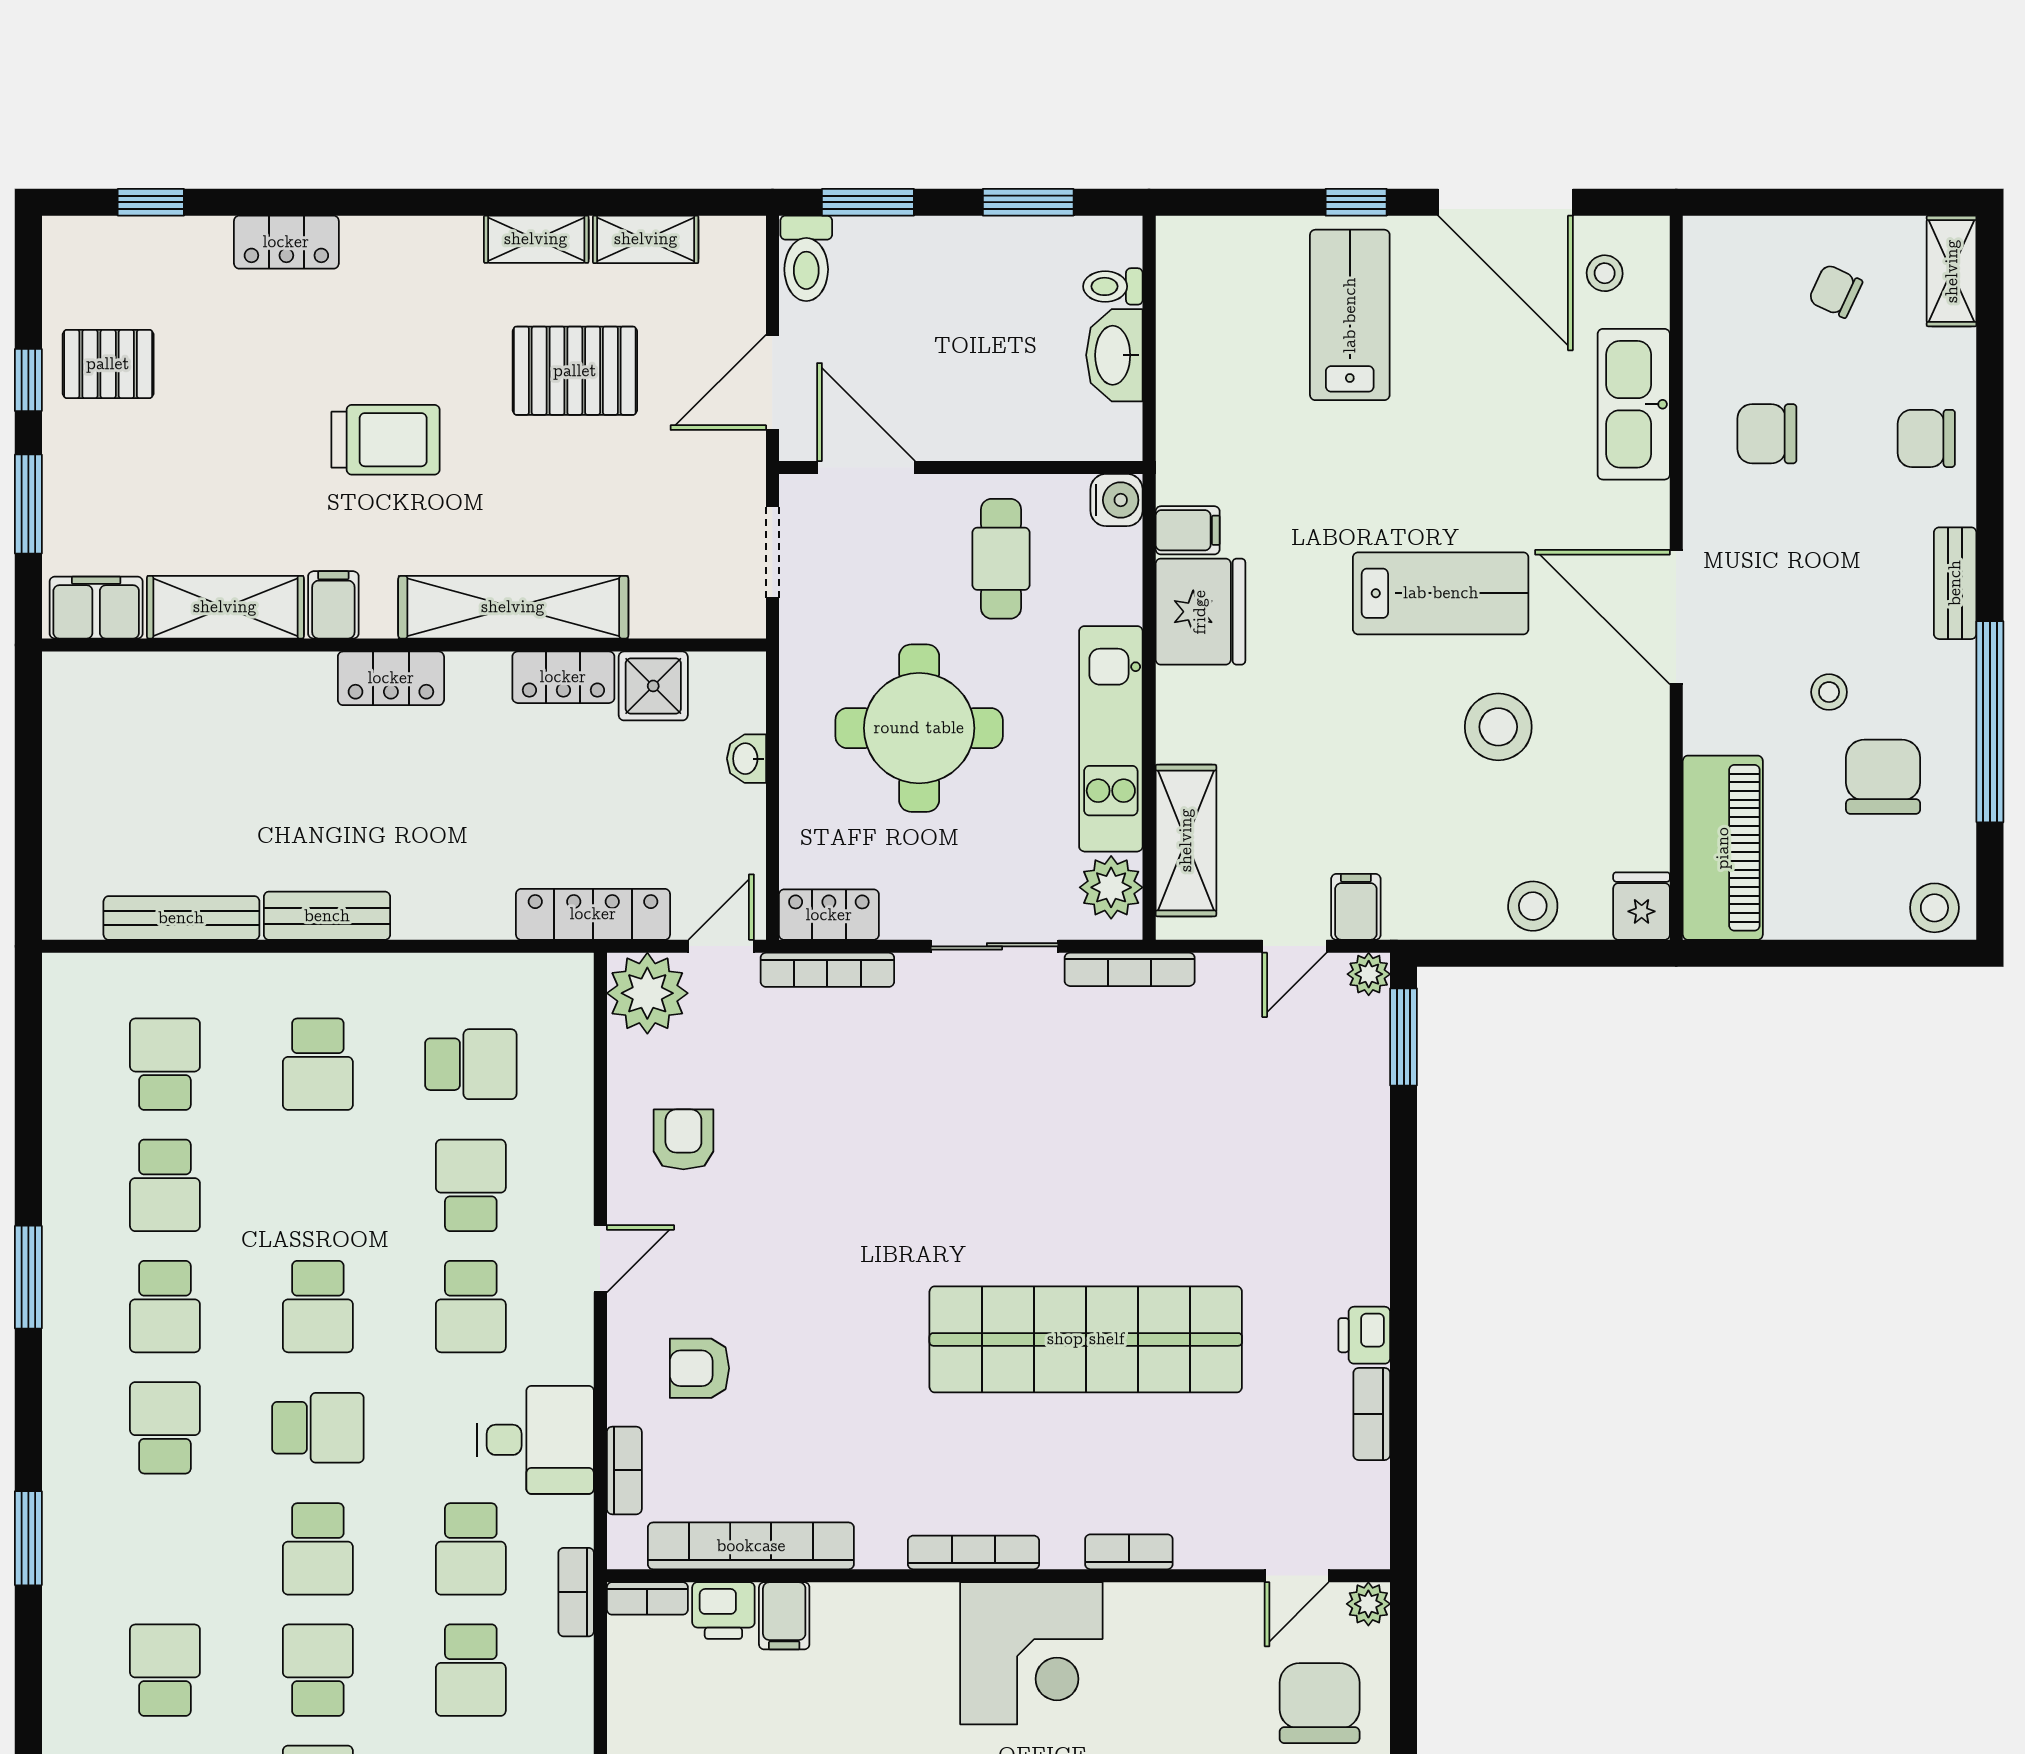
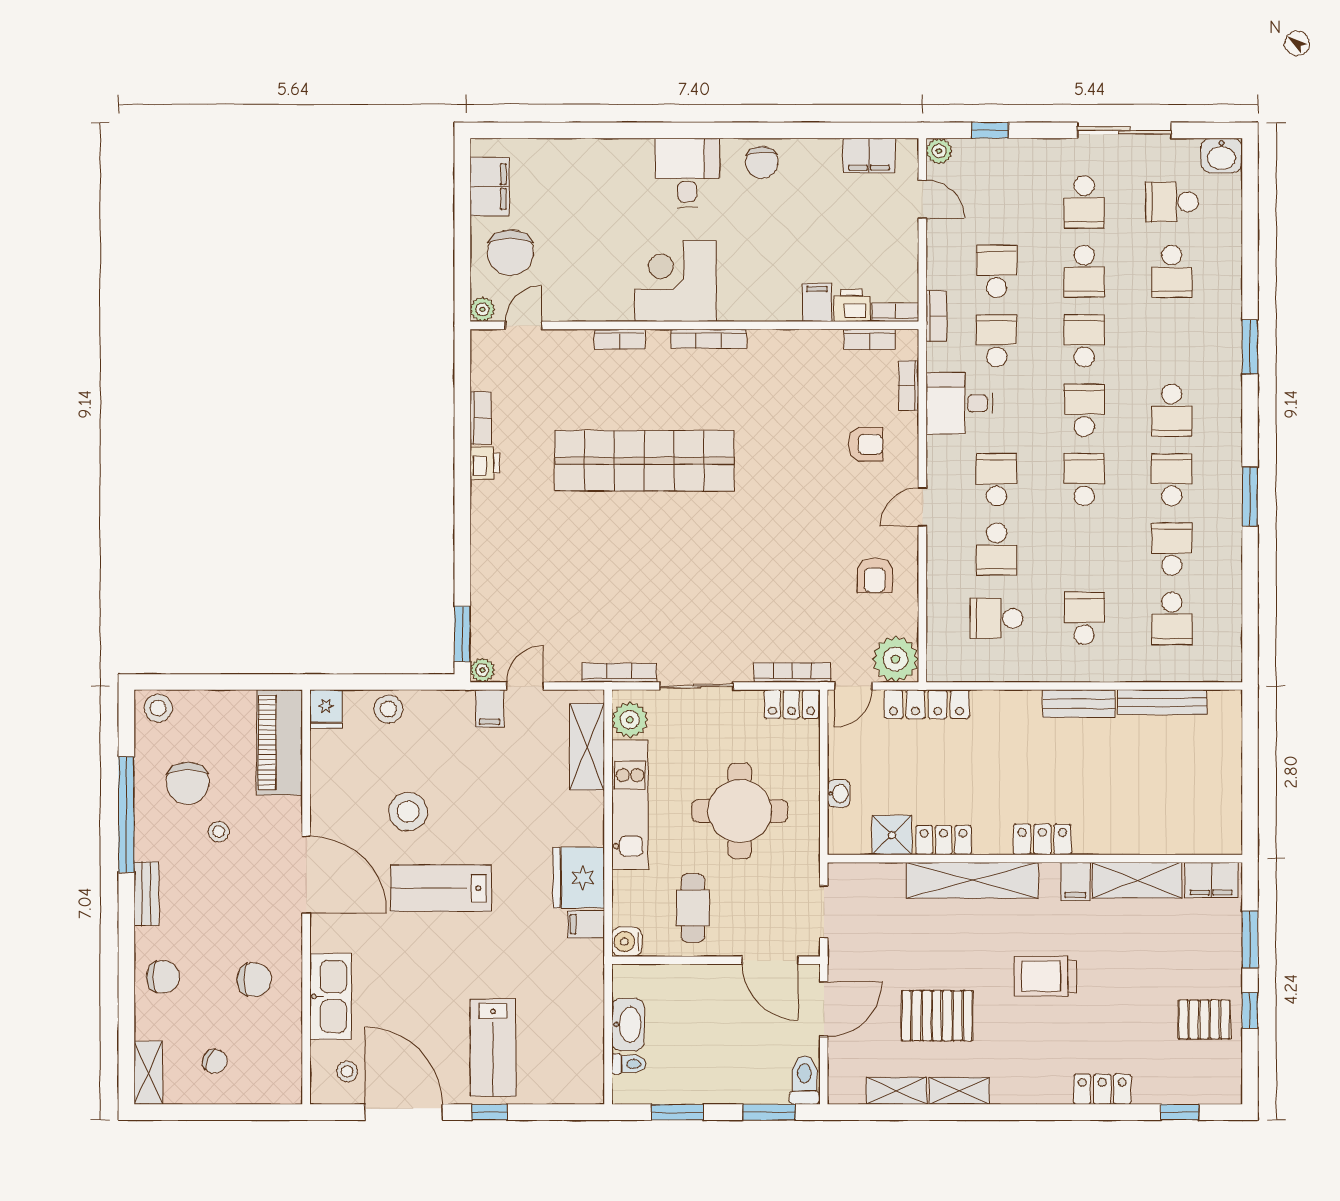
school desk: (318, 1428) -> (1084, 410), turned 90
bookcase: (751, 1546) -> (870, 339), width x0.43, depth x0.76

